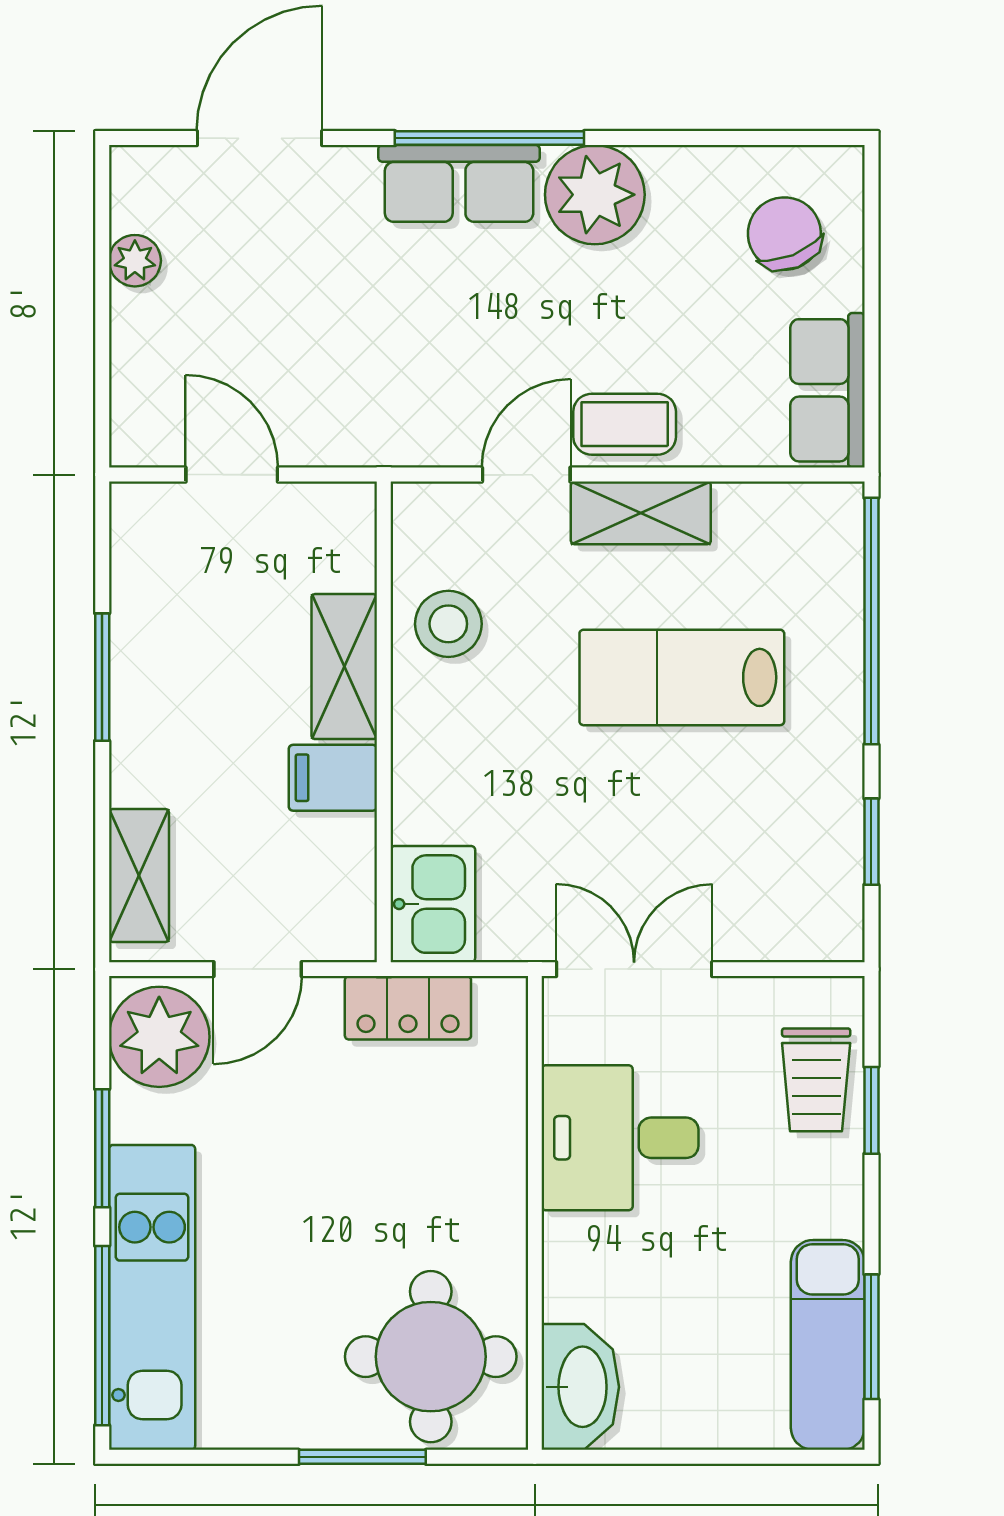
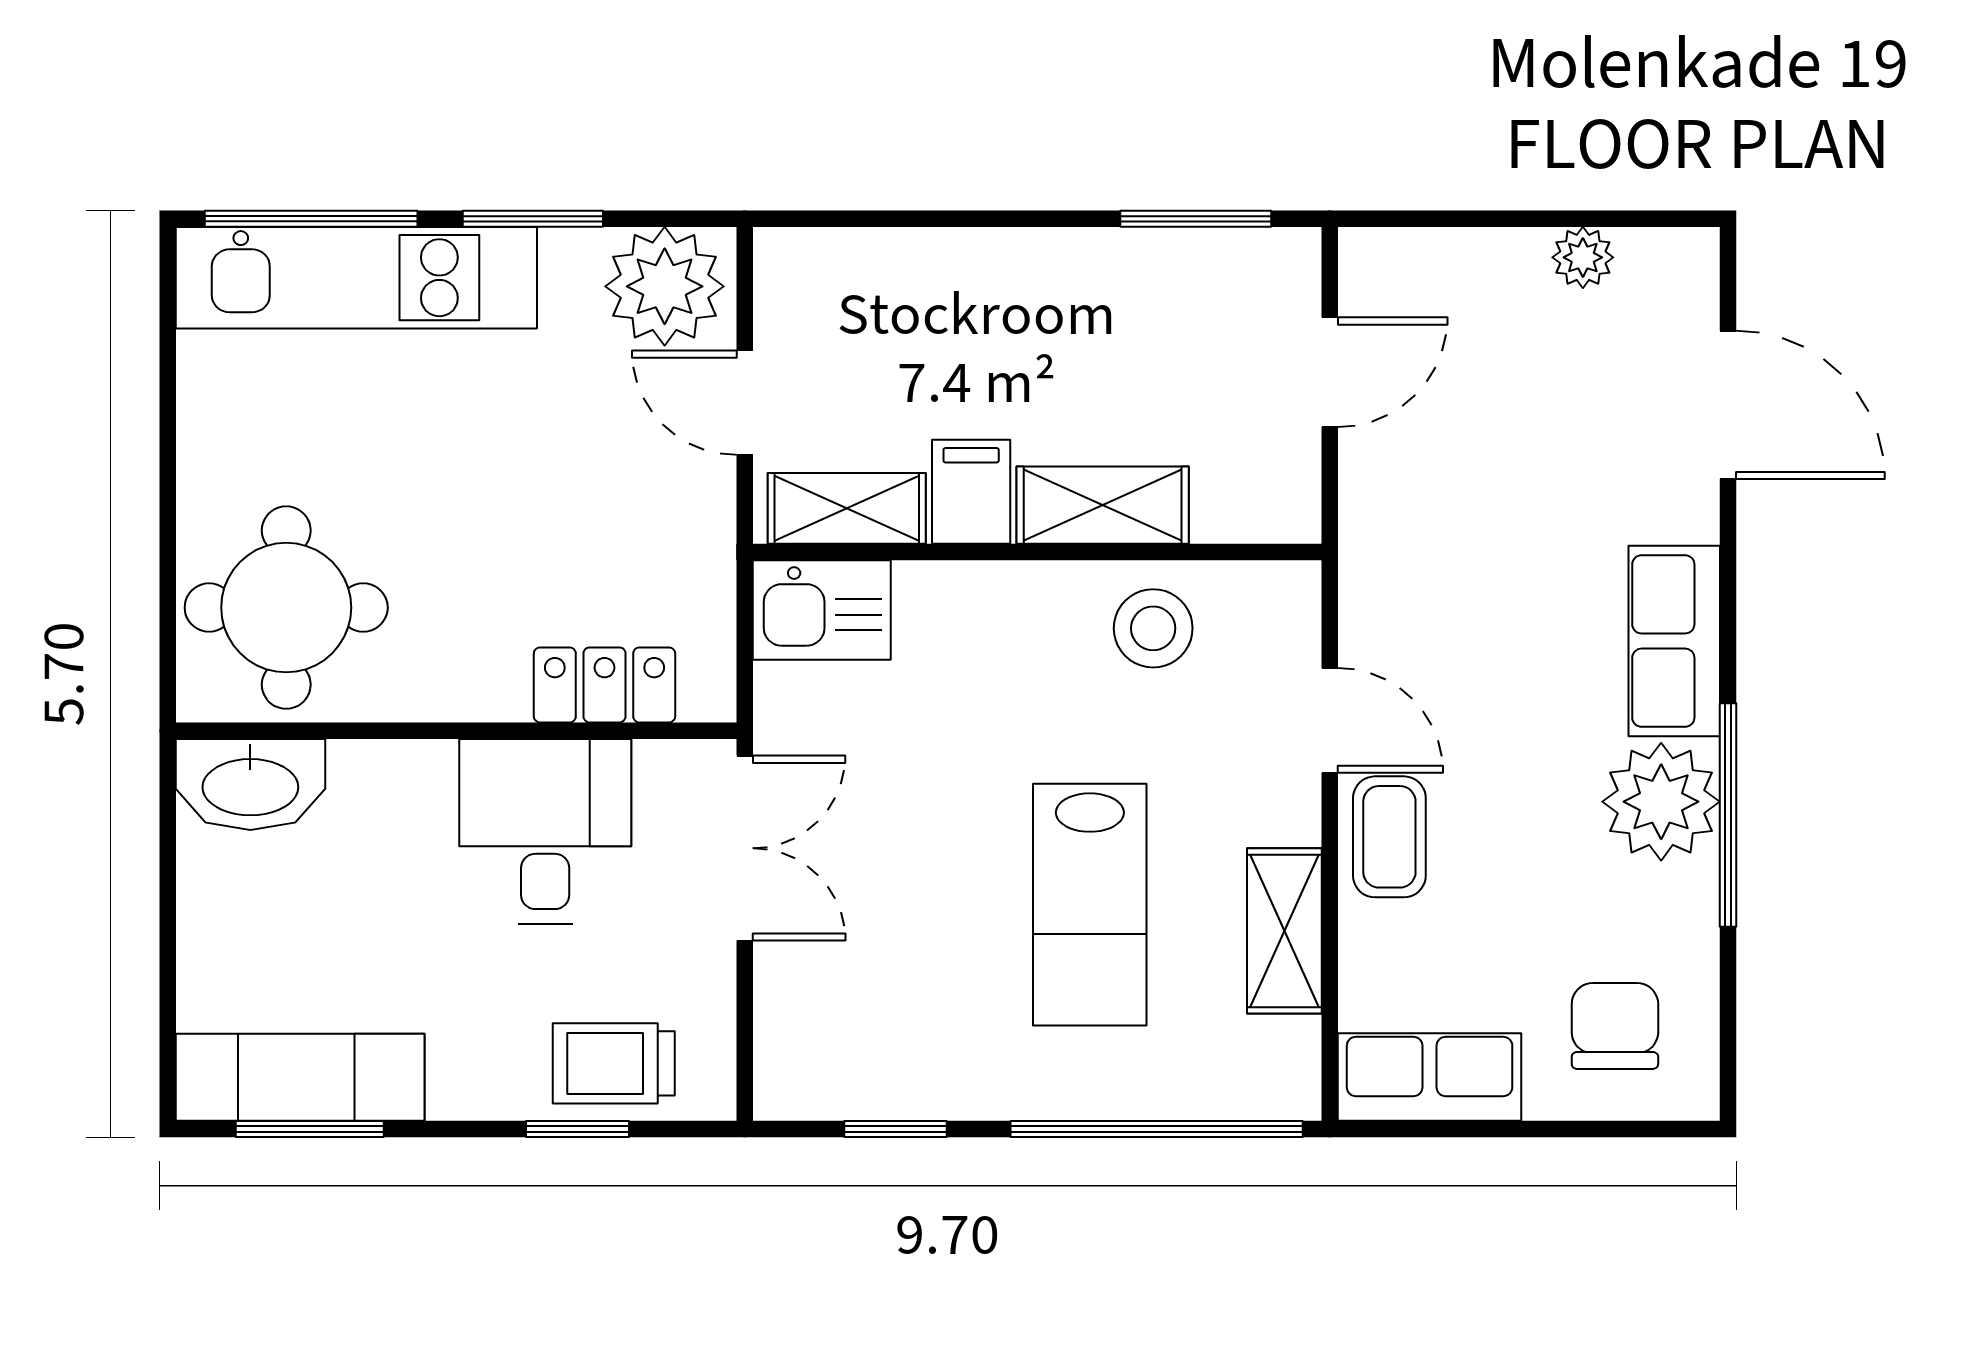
window: (489, 138) -> (1728, 815), moved
chair: (784, 234) -> (1615, 1026), turned -68
shelving: (641, 513) -> (1284, 931), moved
window: (102, 677) -> (1196, 219), moved
lab bench: (682, 677) -> (1090, 905), turned 180
shelving: (139, 876) -> (847, 508), moved
locker: (408, 1008) -> (604, 685), moved, turned 90
window: (362, 1457) -> (168, 527), removed

